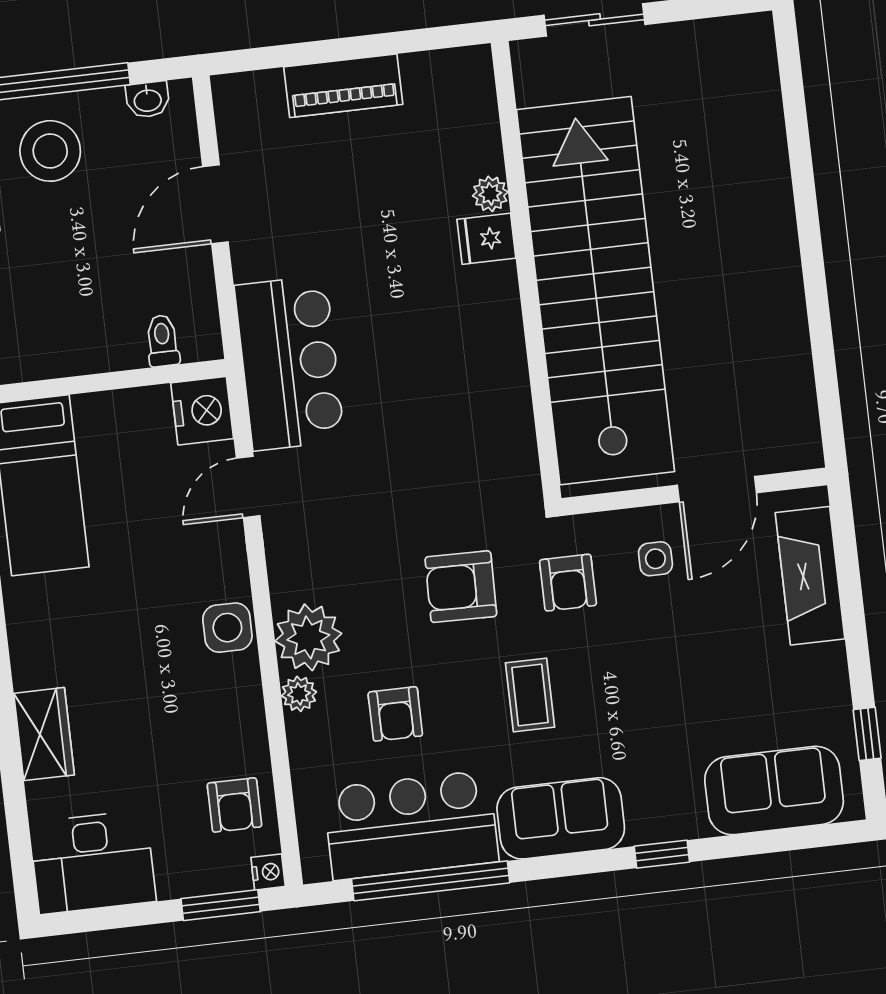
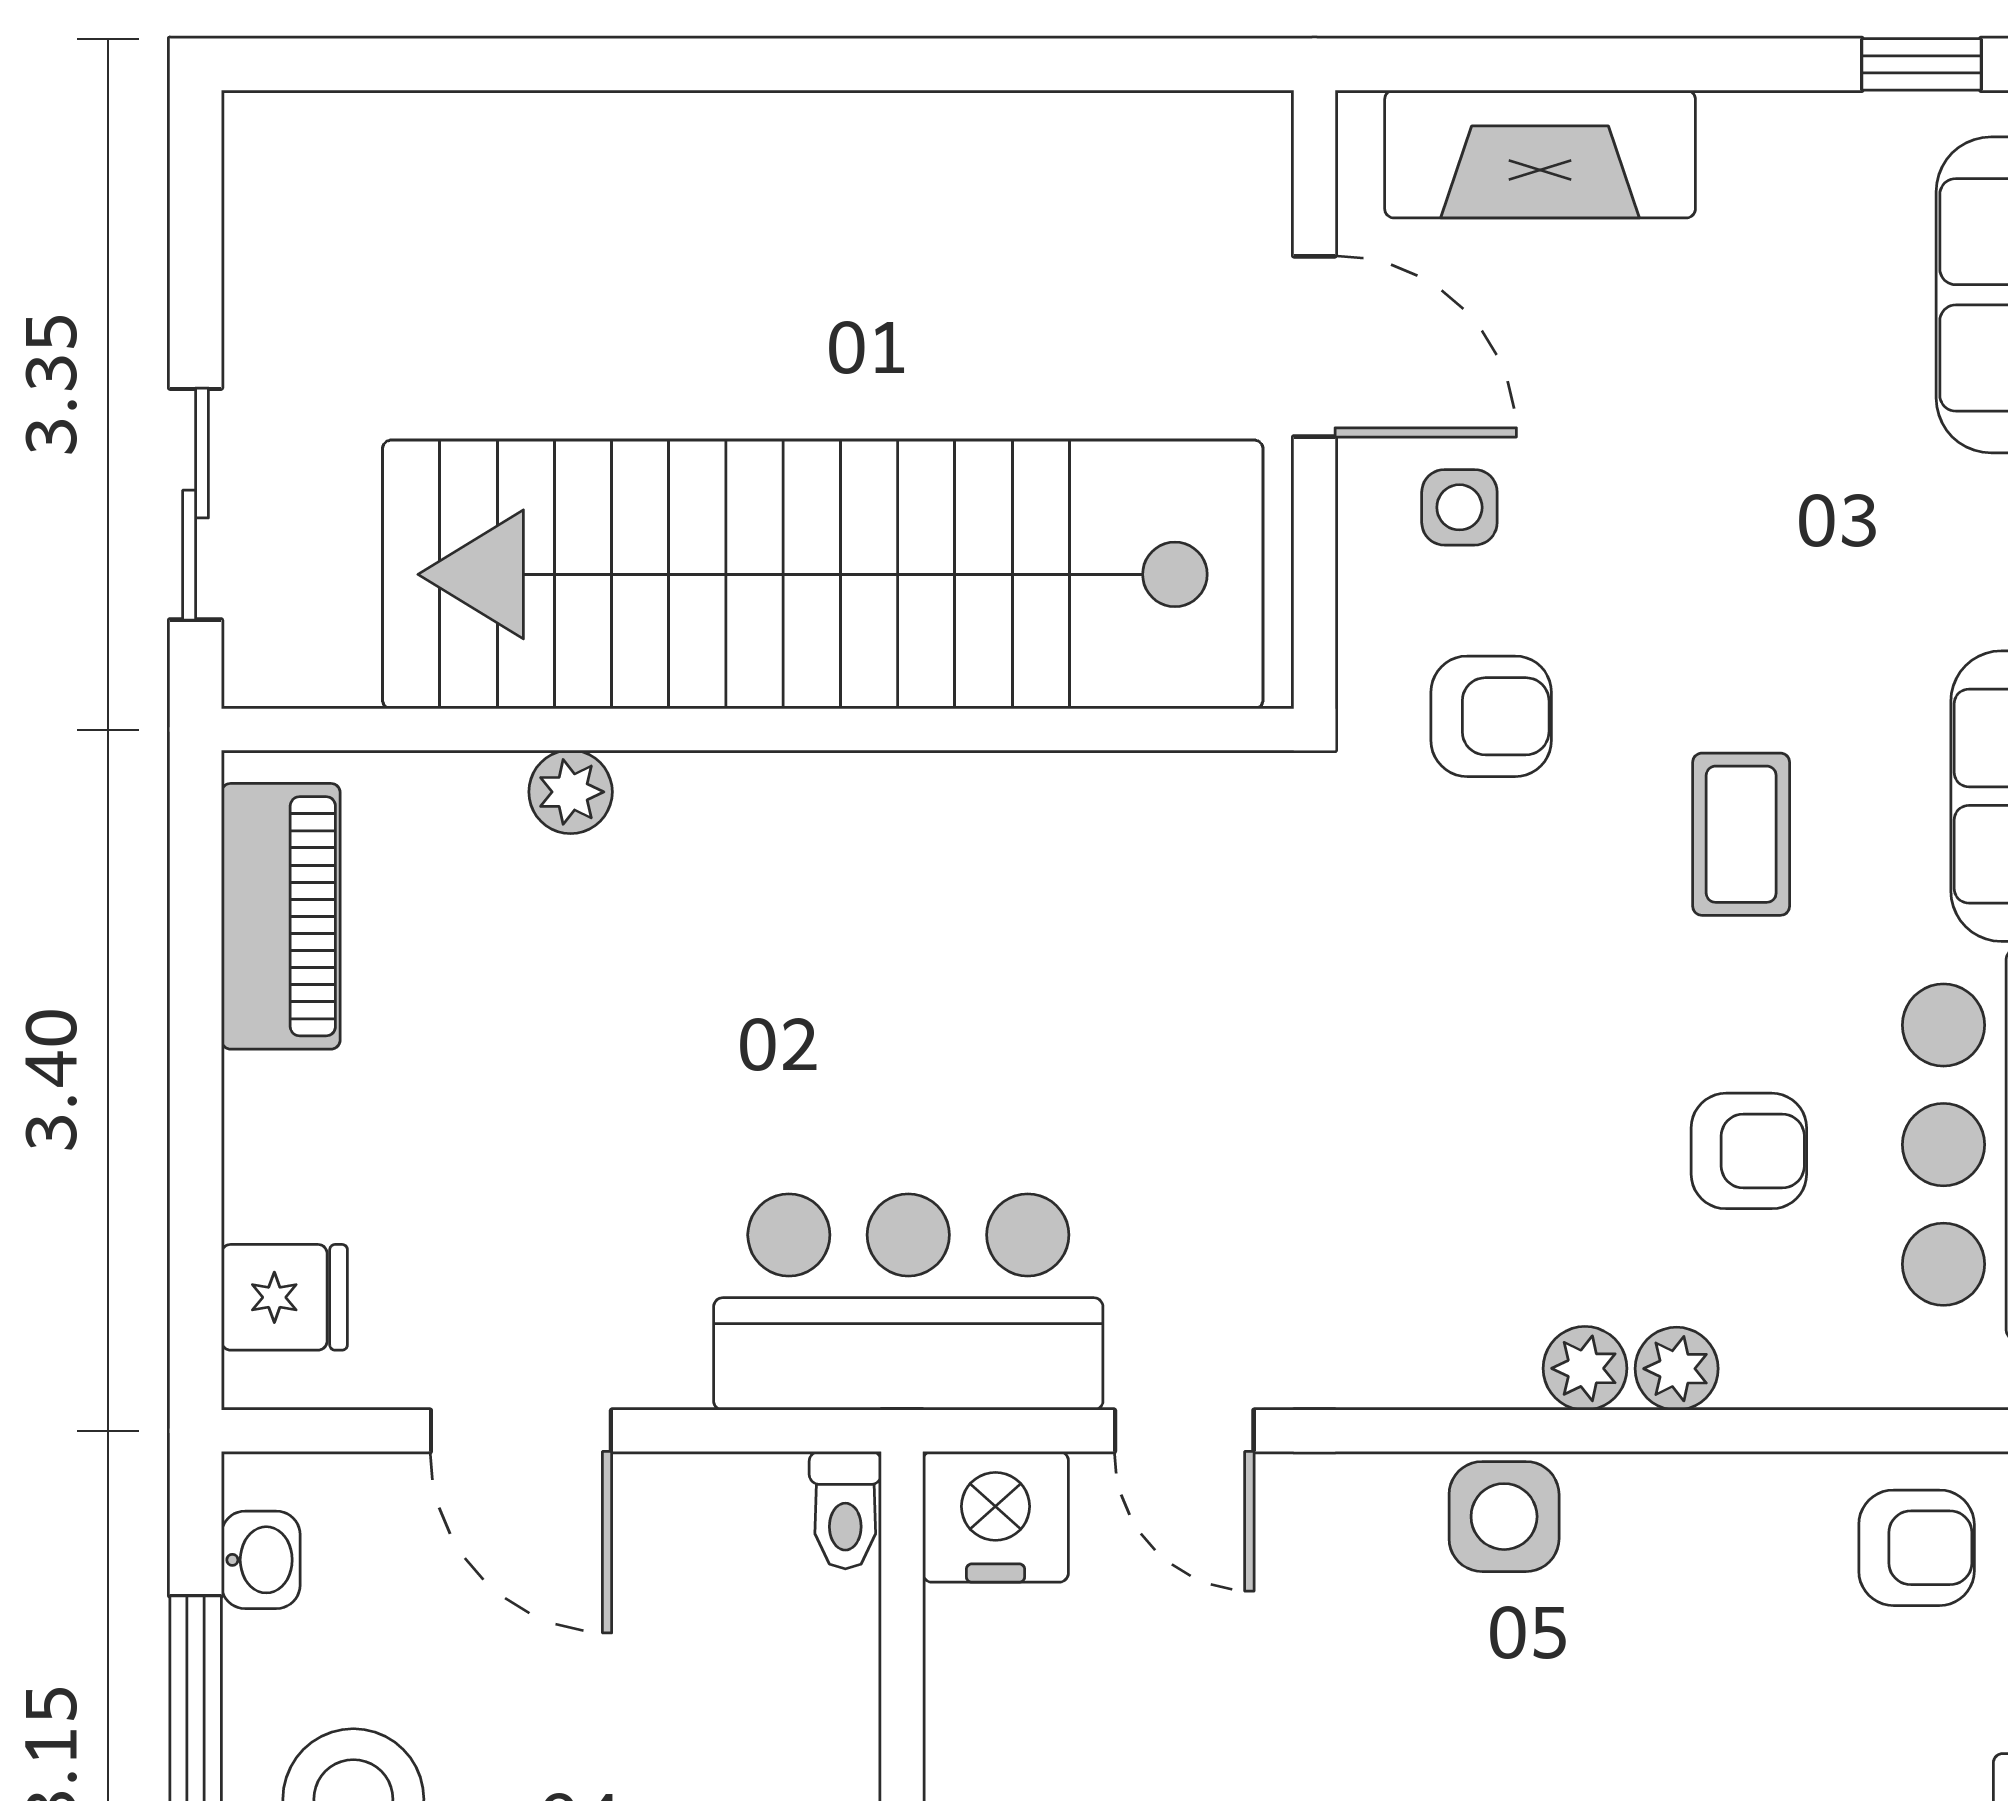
piano: (343, 86) -> (281, 916), moved
fridge: (486, 239) -> (284, 1297), moved, turned -90
toilet: (162, 341) -> (845, 1510), moved, turned -90
armchair: (461, 587) -> (1472, 965), removed
plant: (308, 637) -> (1585, 1368), width x0.53, depth x0.53
coffee table: (530, 695) -> (1741, 834), turned 90

